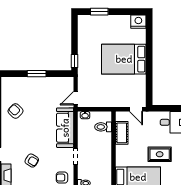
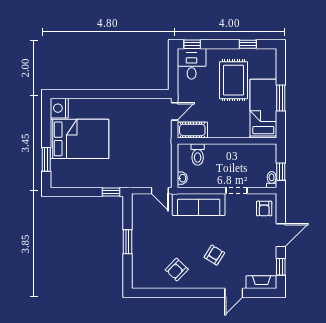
bed: (124, 59) -> (79, 139), moved, turned -90
cot: (122, 133) -> (192, 130), moved
rug: (160, 154) -> (234, 80), width x1.36, depth x1.43
armchair: (32, 161) -> (214, 255), moved

